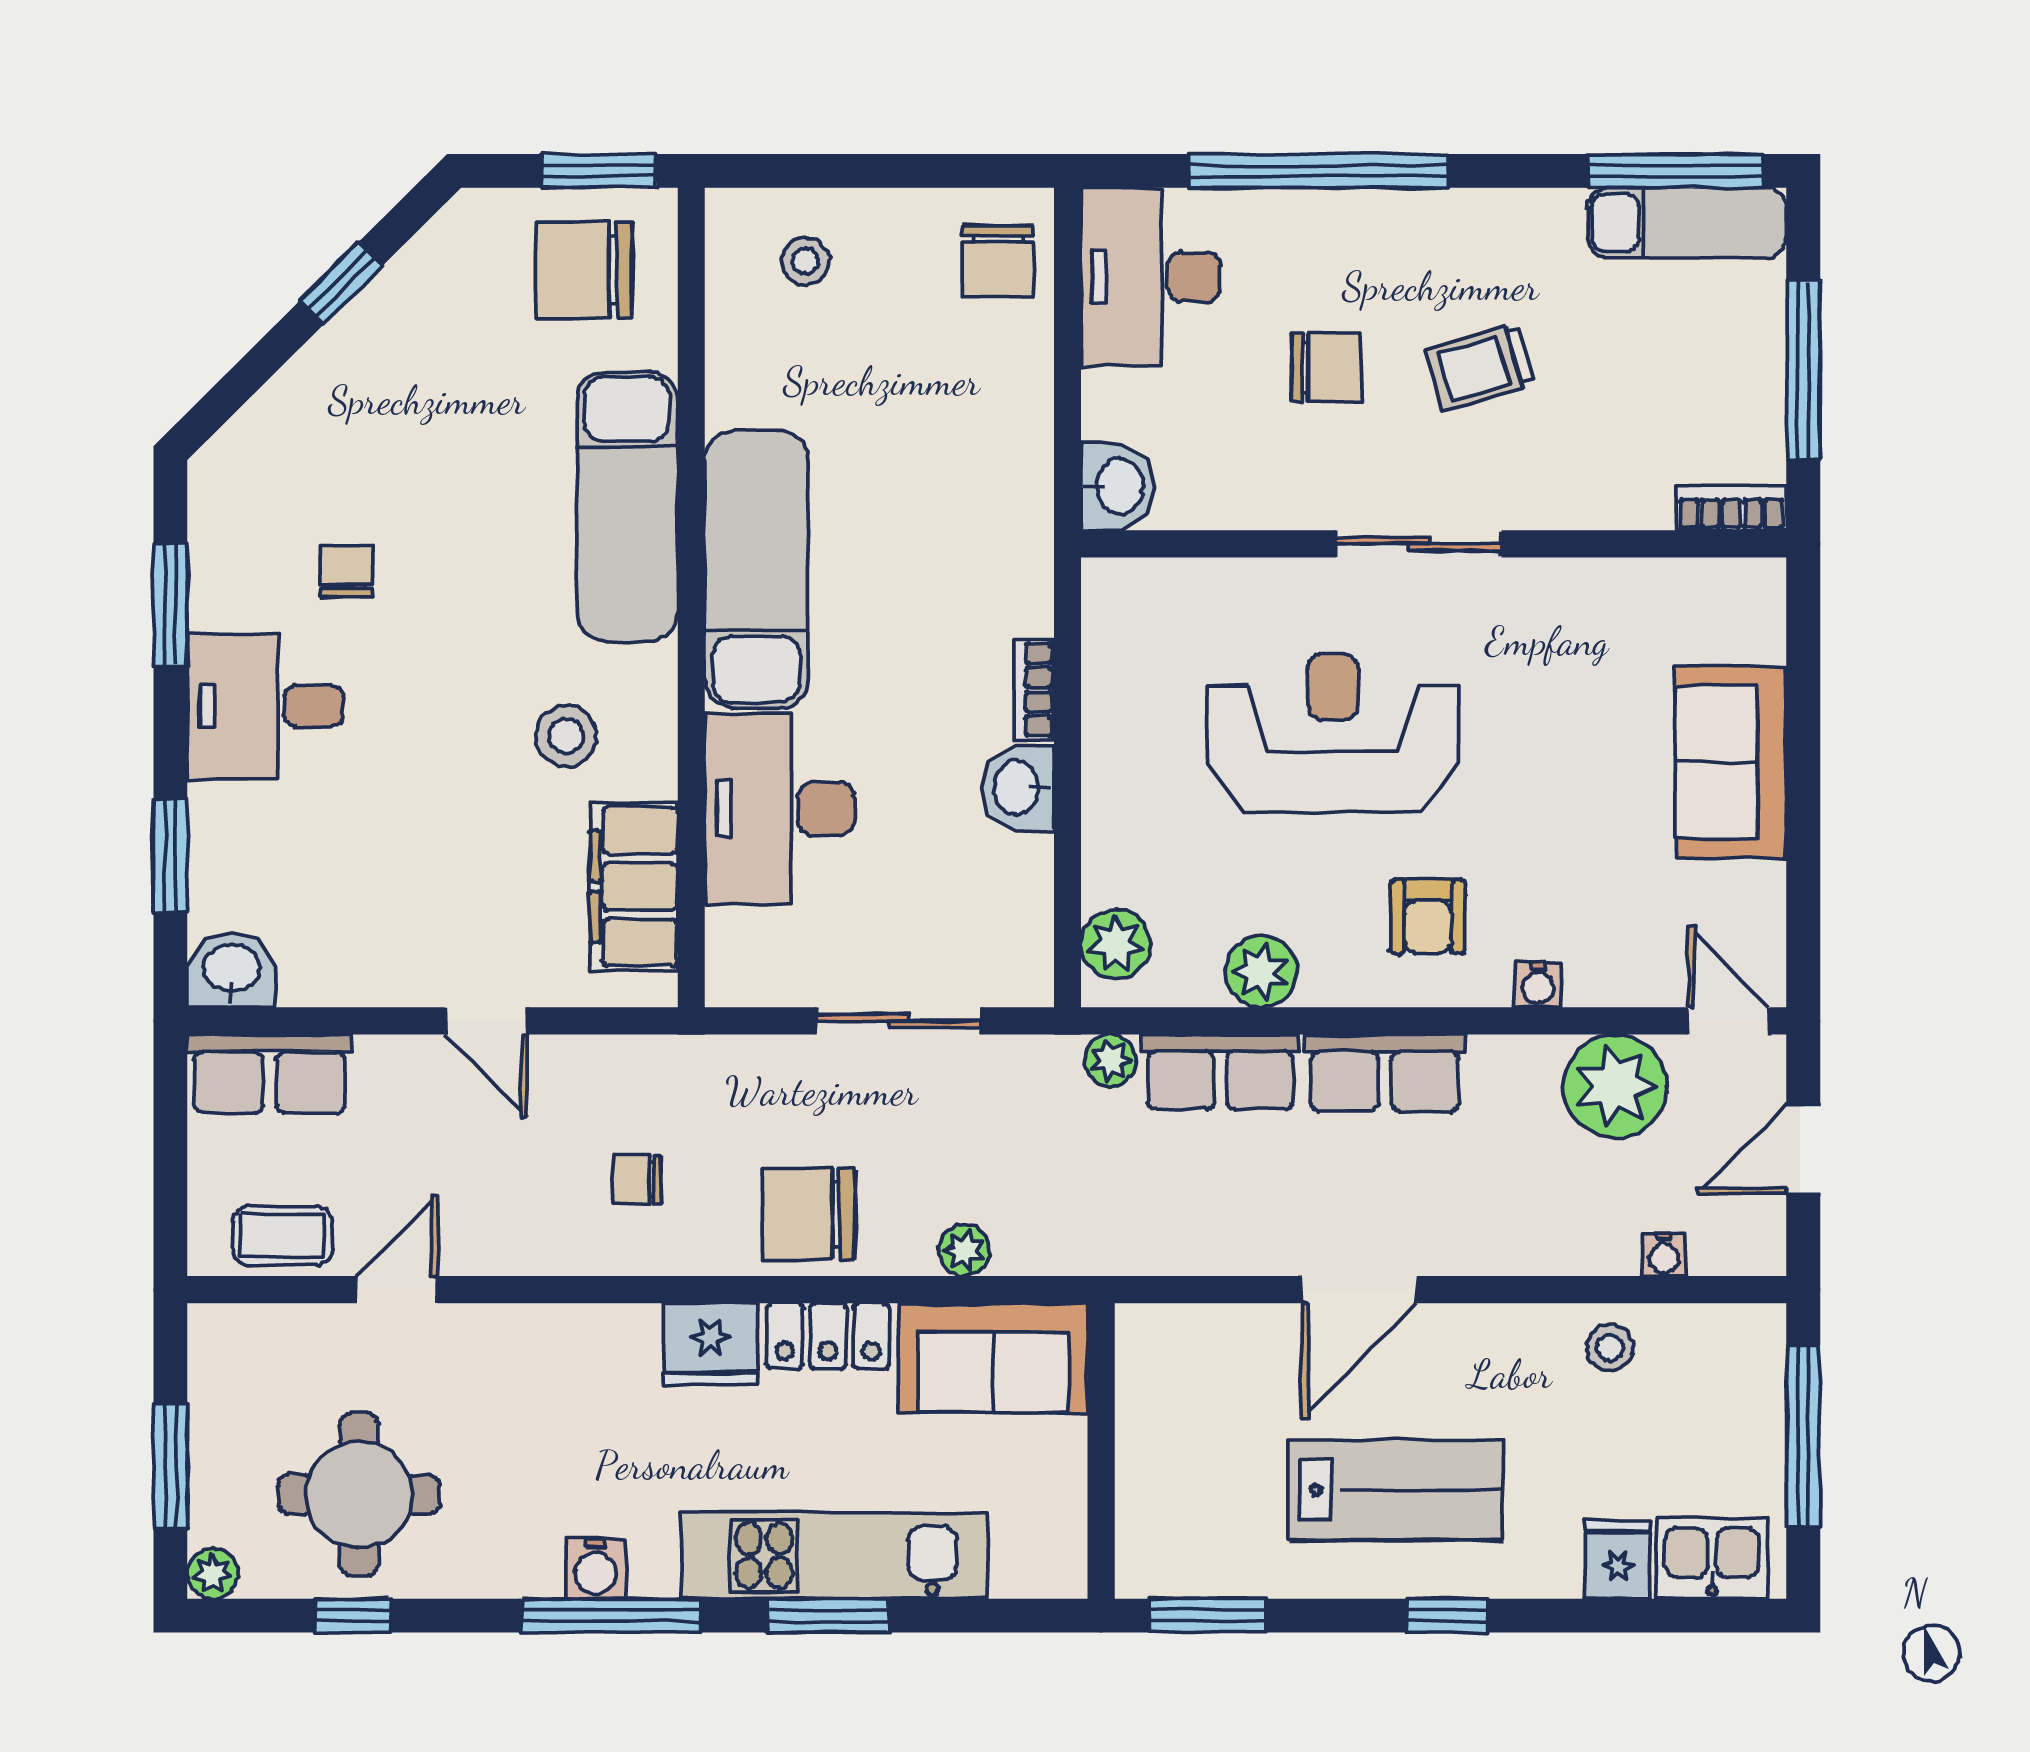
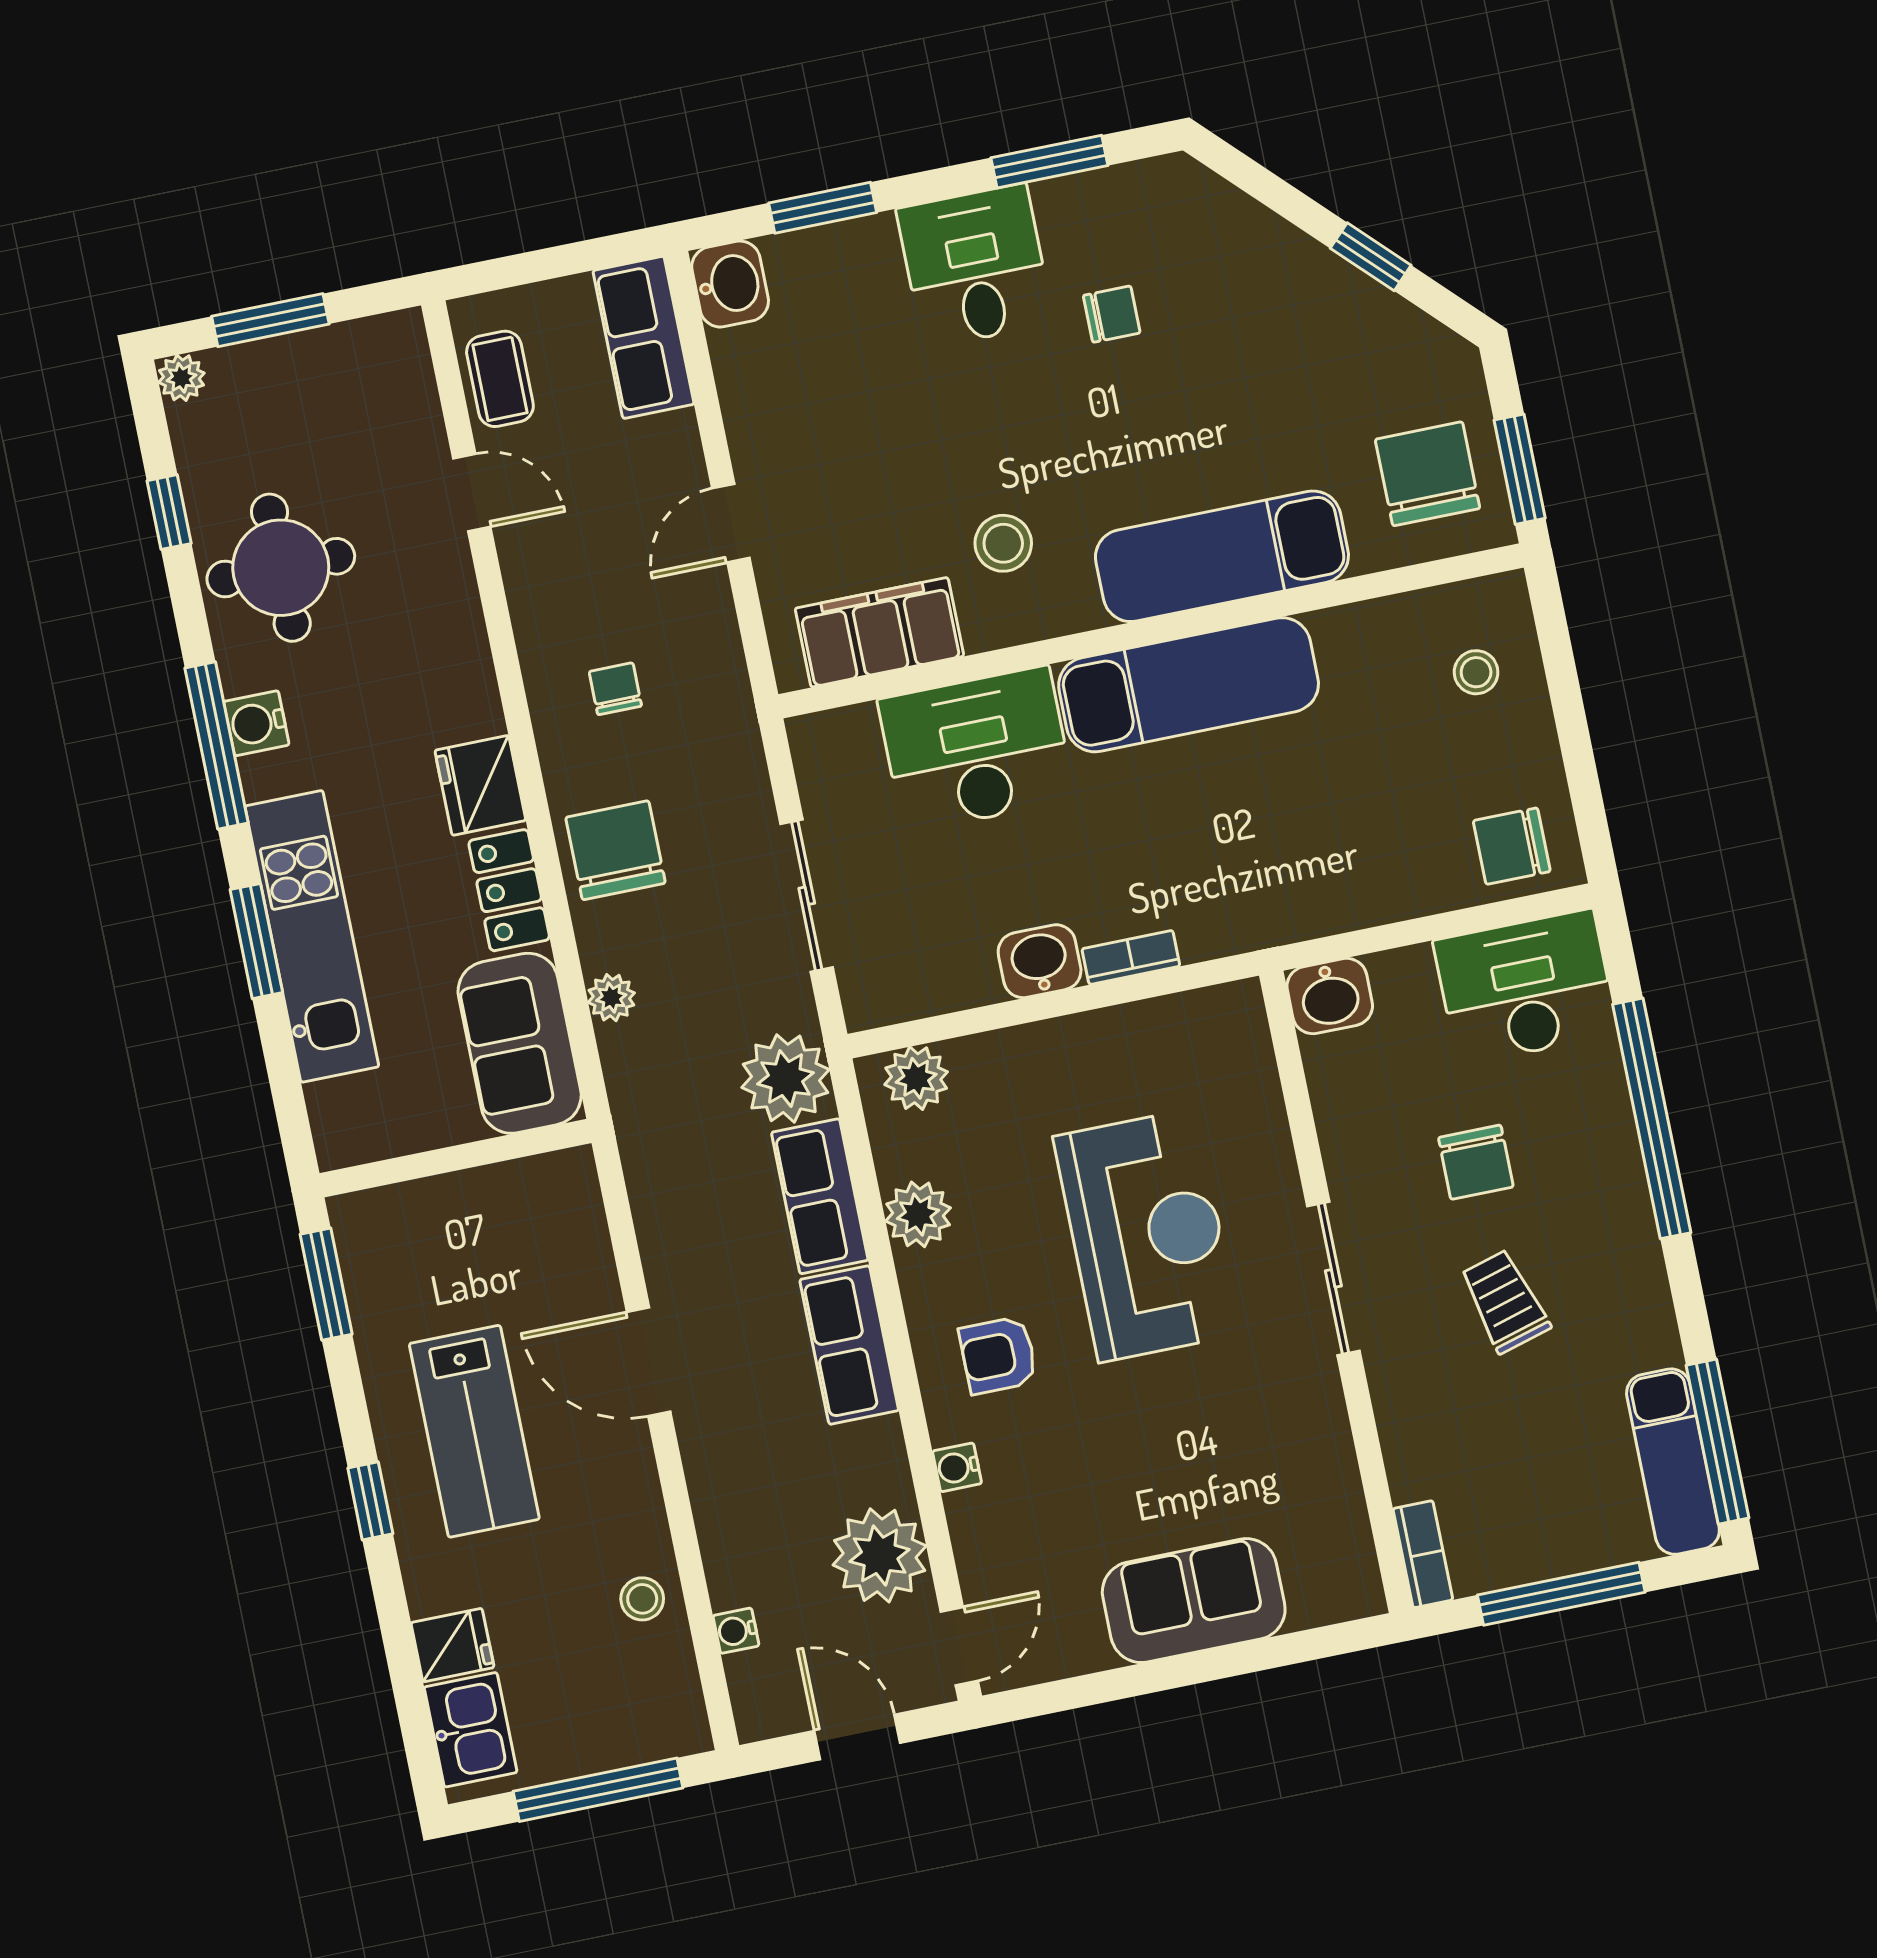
plant: (1111, 1060) -> (786, 1078), width x1.88, depth x1.88
round table: (359, 1494) -> (281, 568), moved

